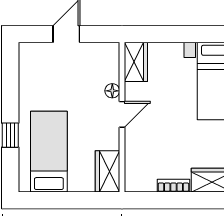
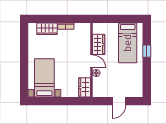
door: (122, 114) -> (91, 61), swing flipped
wardrobe: (107, 171) -> (99, 44), moved

